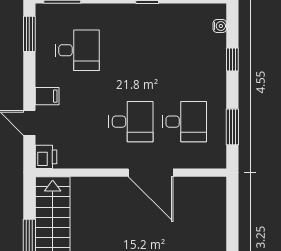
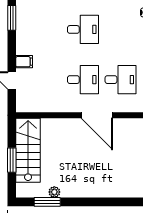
desk: (77, 50) -> (83, 29), moved
printer: (46, 157) -> (23, 104), removed

